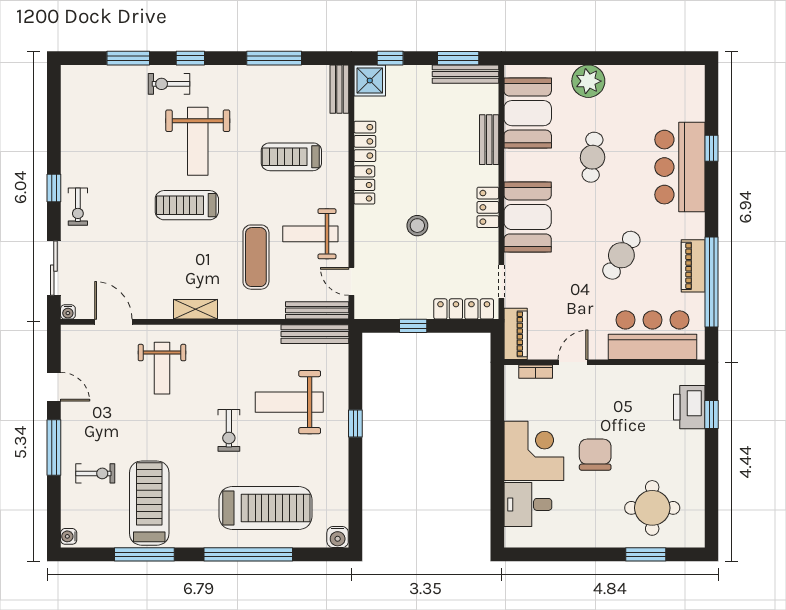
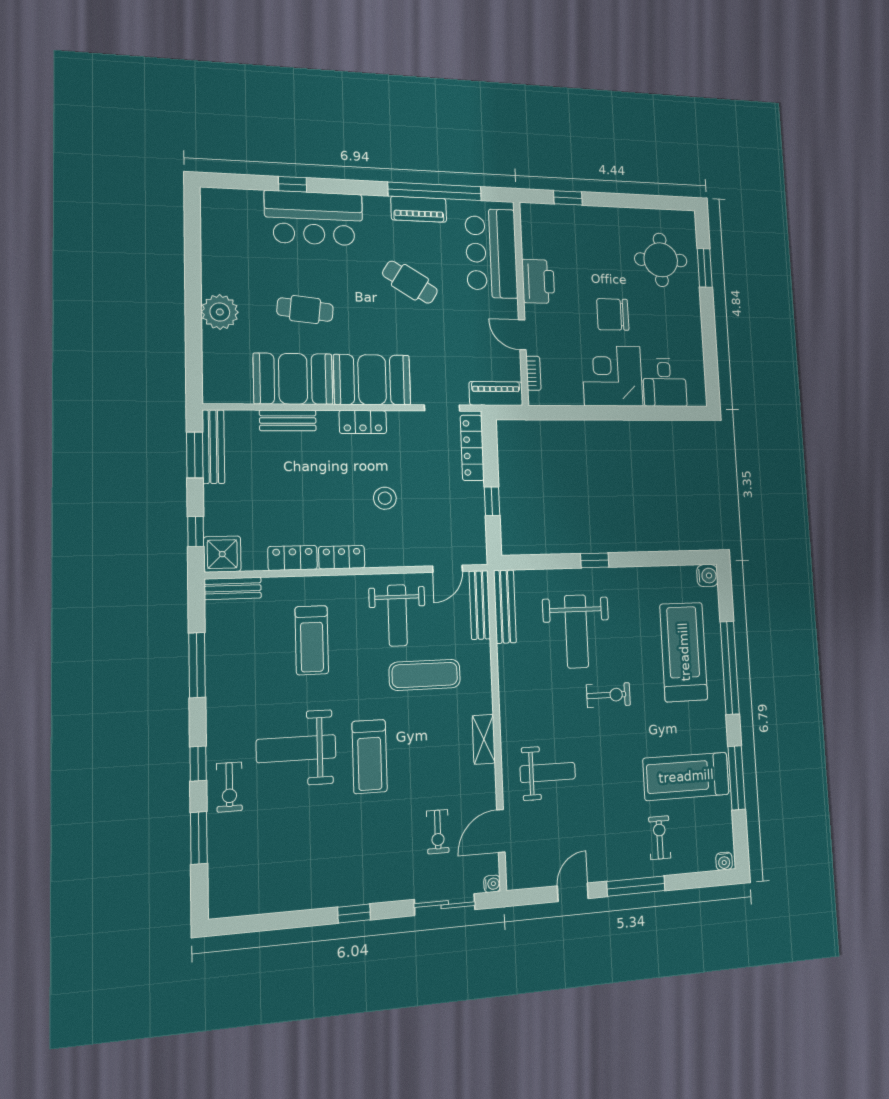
booth: (528, 113) -> (293, 379), moved
weight bench: (198, 141) -> (296, 749), turned 180
exercise bike: (78, 207) -> (438, 832), moved, turned 90
printer: (689, 407) -> (538, 281), moved, turned -90

